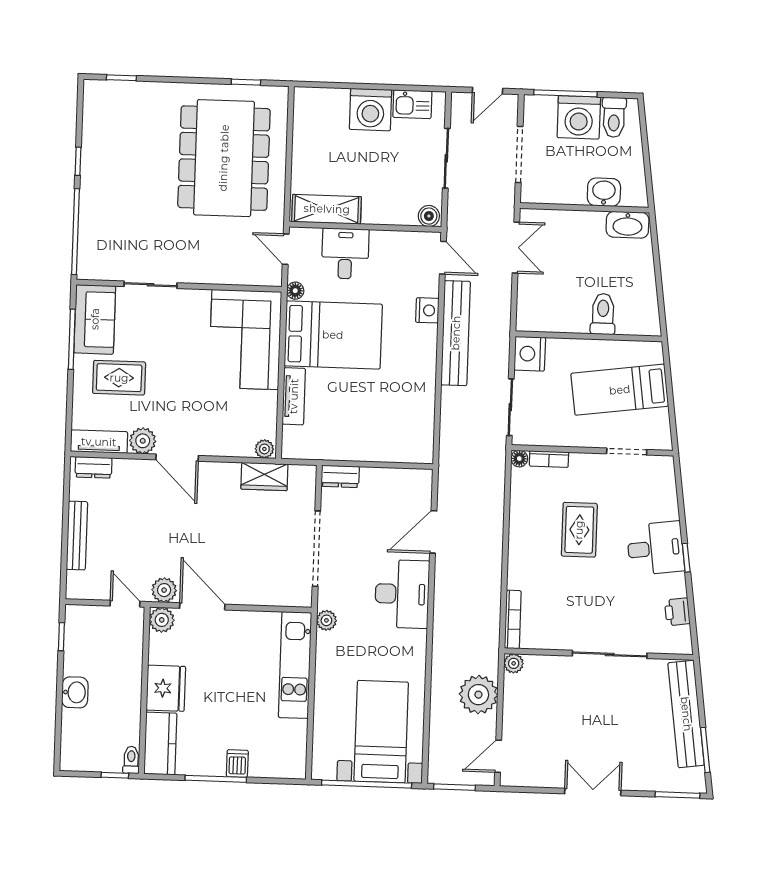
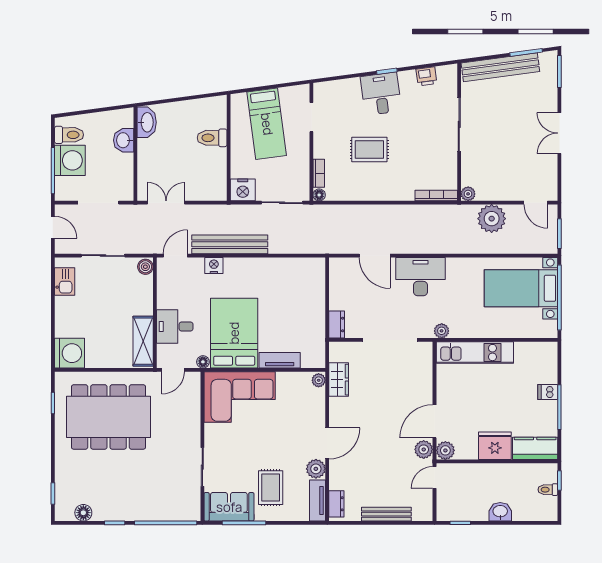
washing machine: (370, 110) -> (70, 353), moved
floor lamp: (93, 119) -> (83, 513), added
toilet: (131, 760) -> (548, 490), moved

